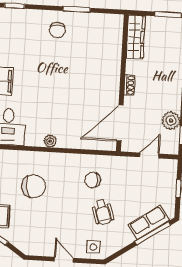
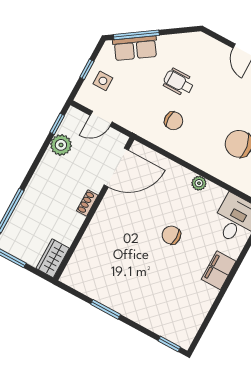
chair: (57, 30) -> (171, 235), moved, turned -90
wardrobe: (136, 37) -> (53, 258), width x0.67
wheelchair: (103, 212) -> (179, 82), turned -73
side table: (93, 247) -> (103, 81), moved

